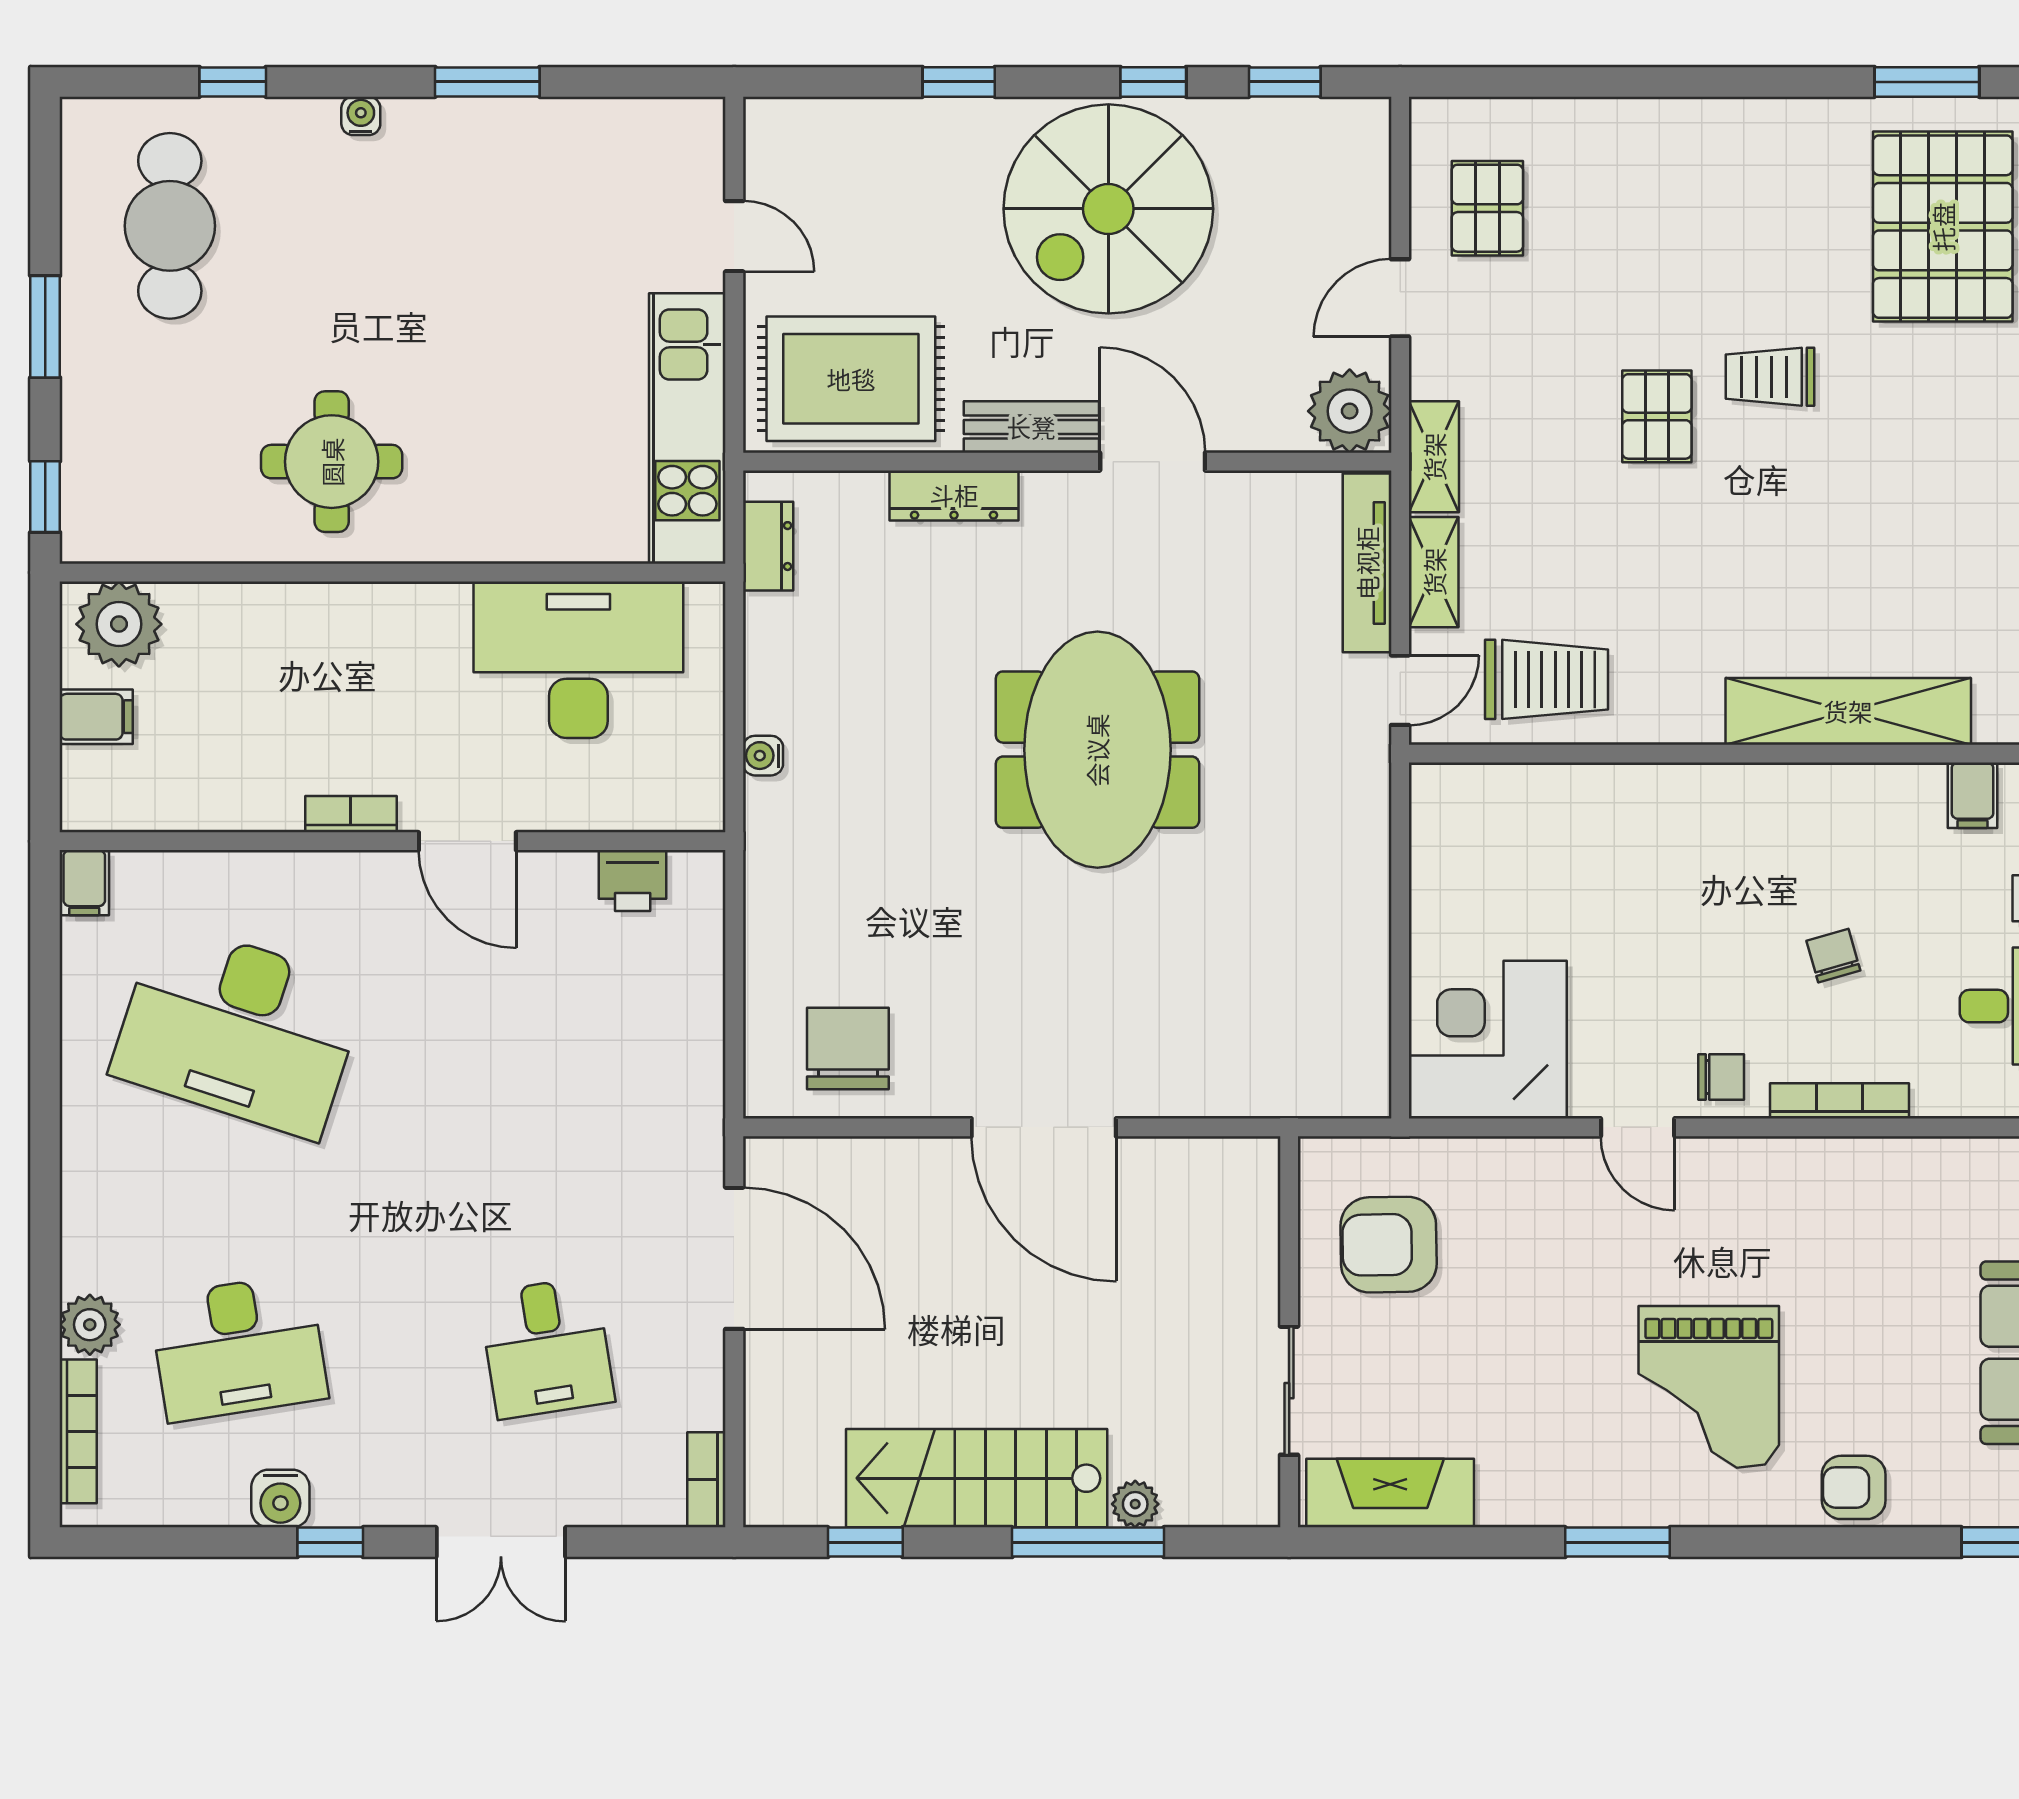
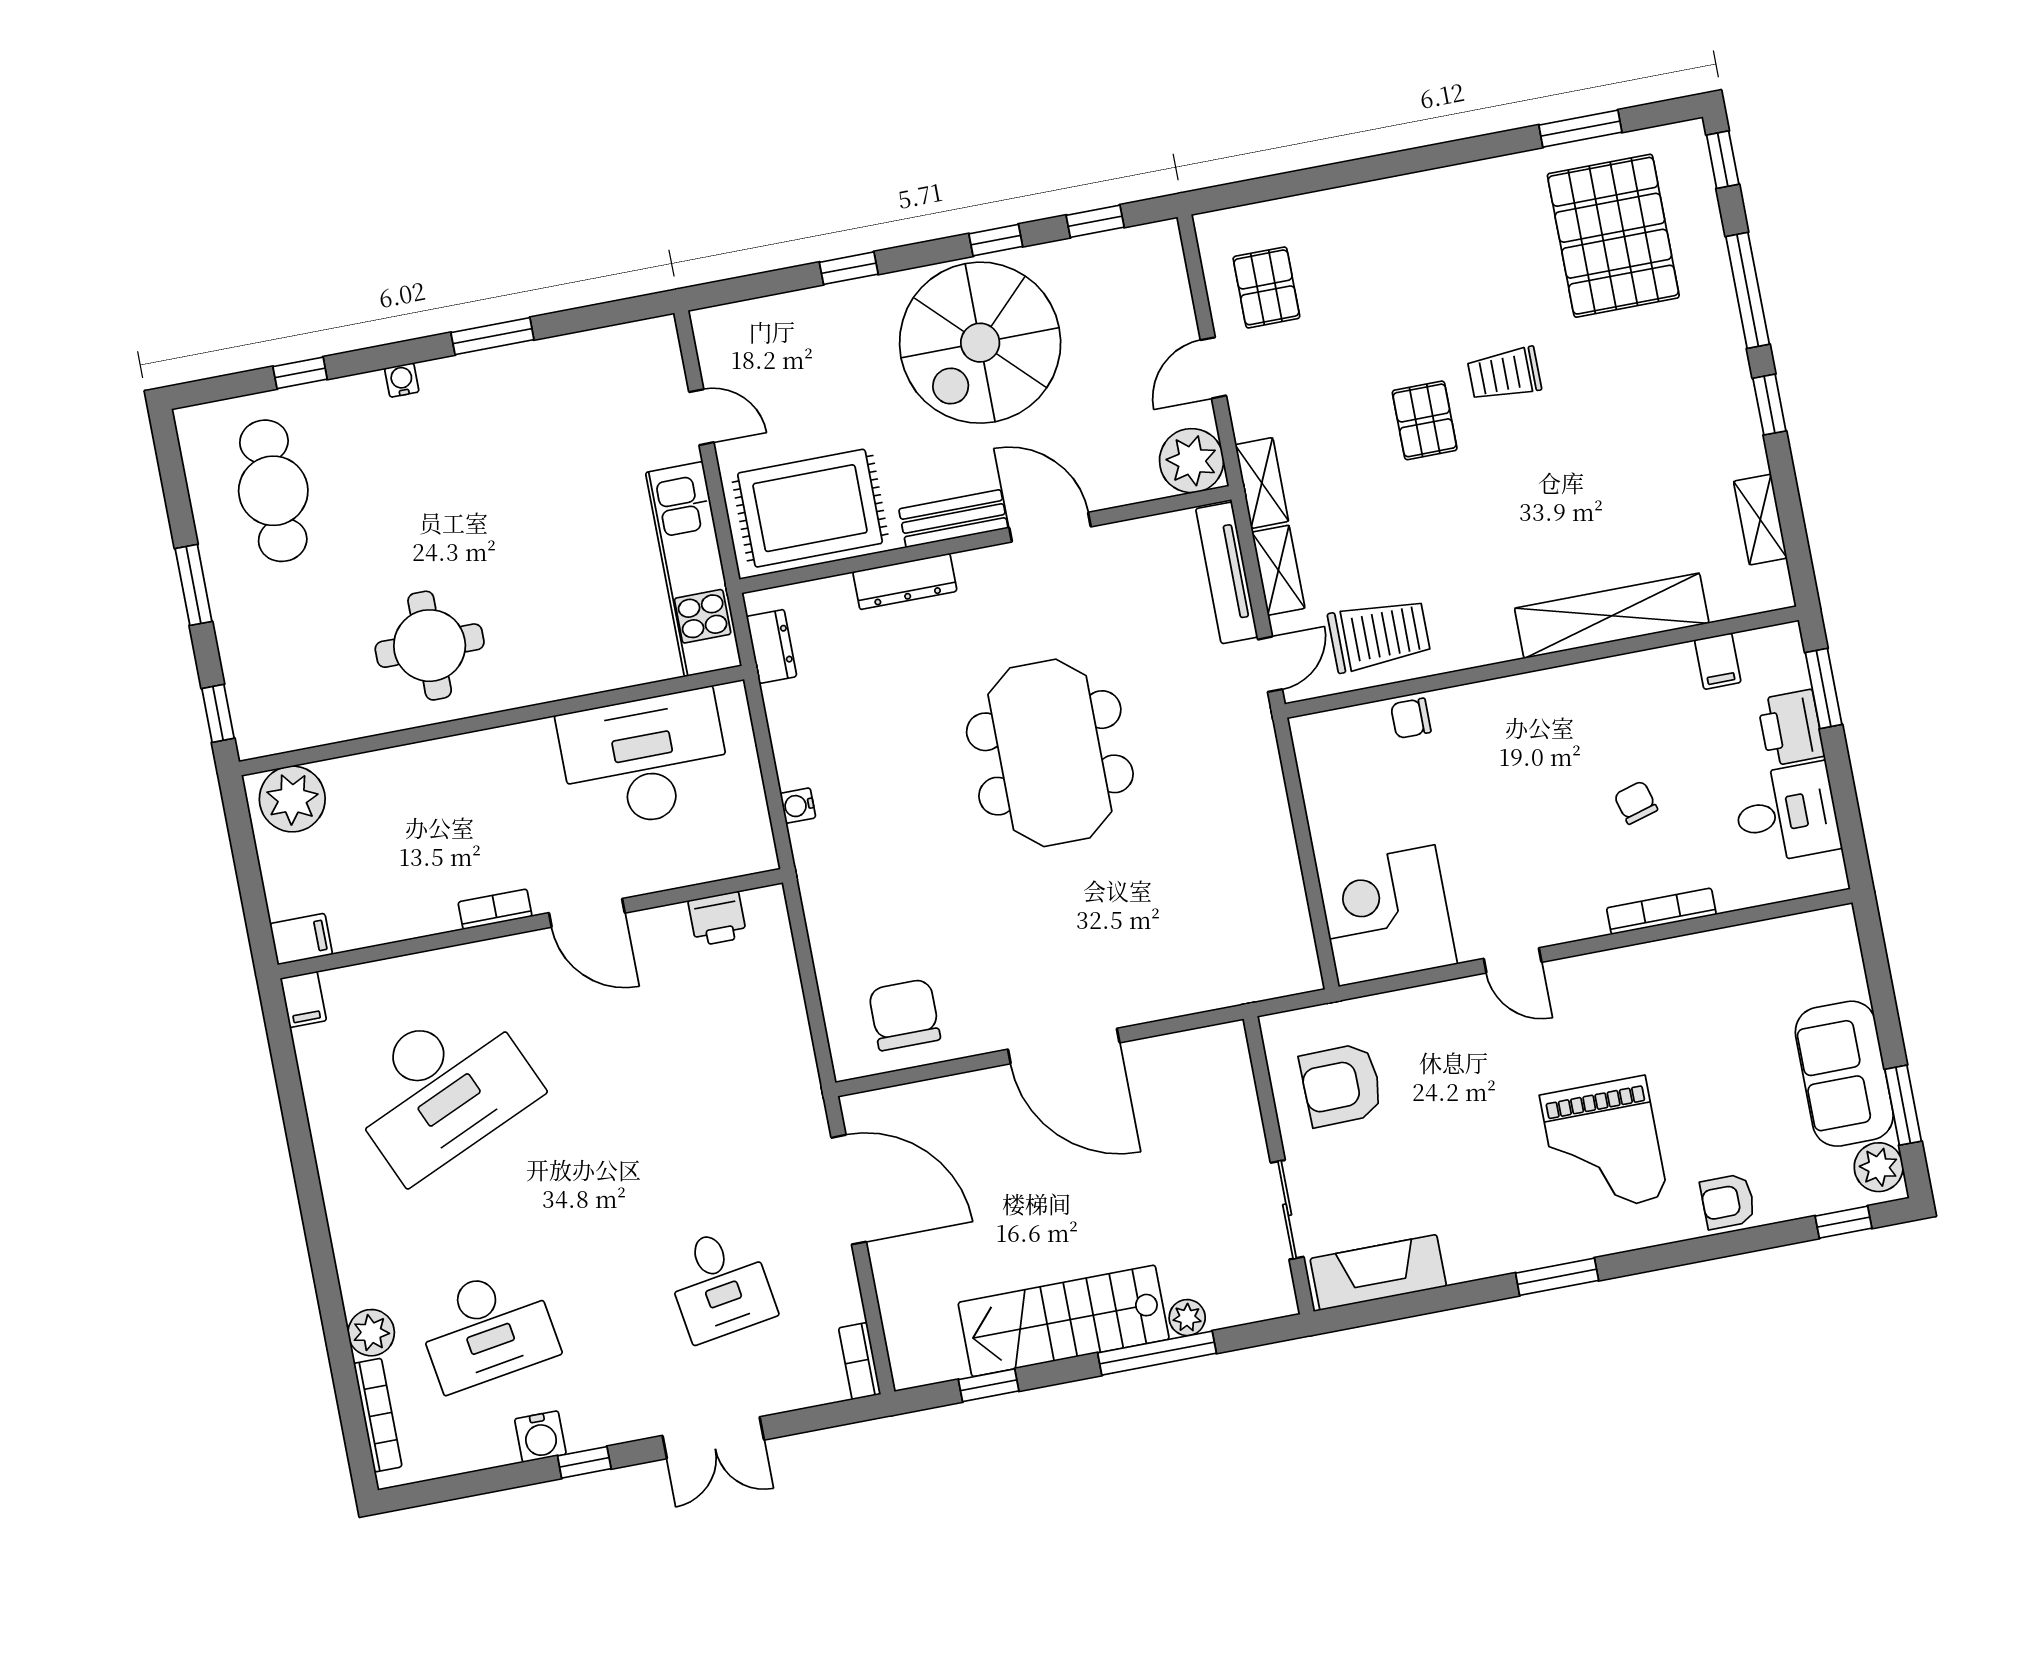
filing cabinet: (96, 717) -> (301, 939), moved
desk: (238, 1030) -> (441, 1088), turned -42
chair: (1721, 1077) -> (1411, 718), moved, turned 180

